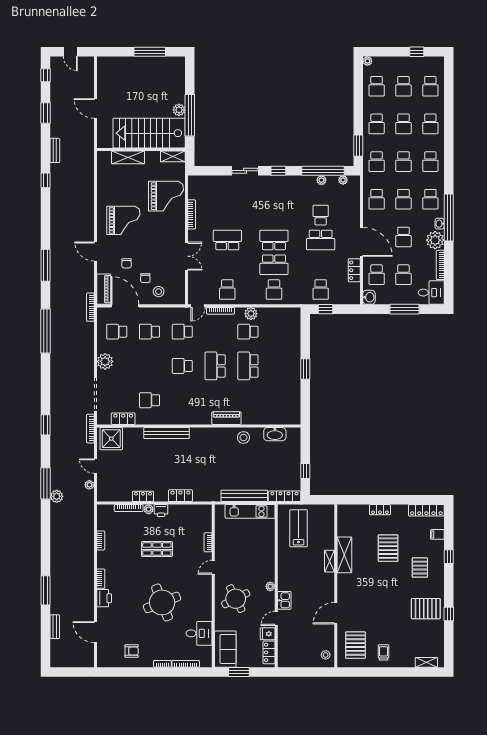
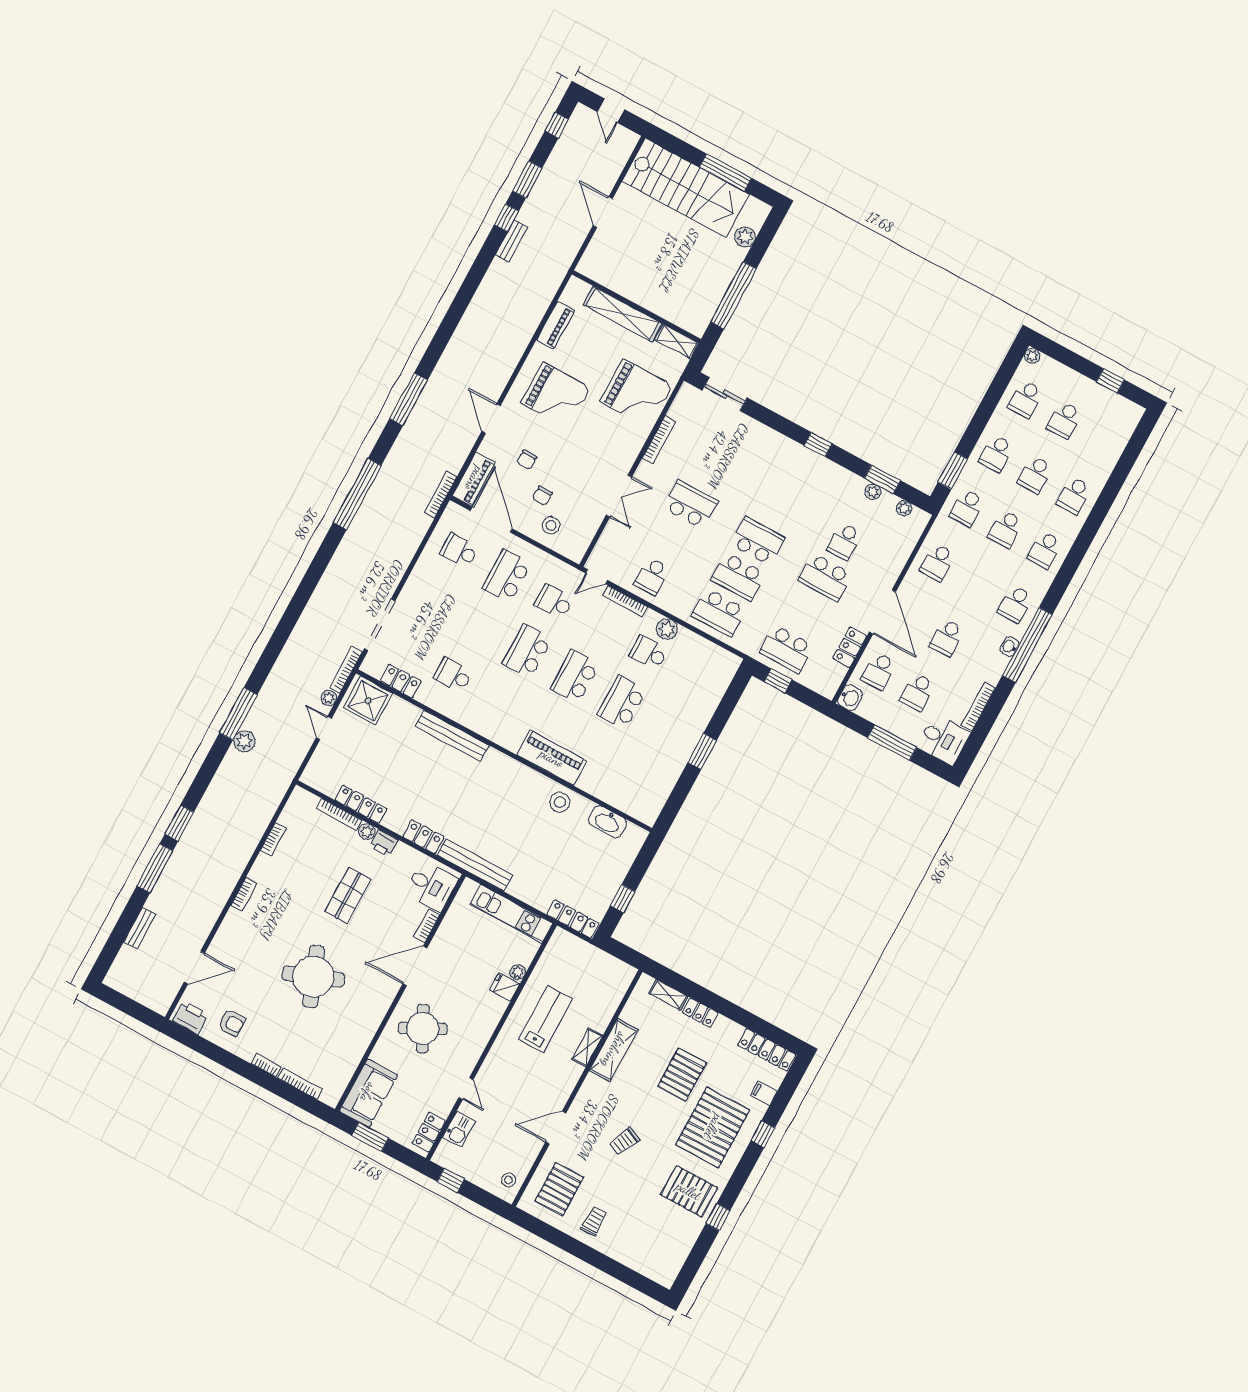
school desk: (430, 86) -> (1103, 441), removed
plant: (179, 110) -> (745, 237), moved
stairs: (149, 133) -> (686, 188), moved, turned 180
shelving: (128, 157) -> (623, 314), width x1.47
sliding door: (245, 171) -> (725, 394), moved
window: (323, 171) -> (882, 479), width x0.47
window: (46, 180) -> (507, 218), moved
piano: (103, 183) -> (555, 325), added
school desk: (403, 199) -> (976, 583), removed
school desk: (321, 215) -> (844, 541), turned 180
plant: (435, 240) -> (990, 667), removed
school desk: (274, 290) -> (719, 612), width x1.85
school desk: (321, 290) -> (786, 649), width x1.85
school desk: (150, 332) -> (507, 576), width x1.85
plant: (105, 361) -> (419, 584), removed
school desk: (182, 366) -> (527, 651), width x1.85
piano: (226, 418) -> (552, 758), width x1.37, depth x1.33
window: (46, 425) -> (179, 823), moved
plant: (89, 485) -> (329, 698), moved
locker: (143, 496) -> (361, 804), width x1.53
bench: (244, 496) -> (475, 865), moved
lab bench: (298, 528) -> (546, 1019), moved
shop shelf: (157, 549) -> (348, 895), turned 90
door: (213, 567) -> (415, 966), width x1.87
pallet: (420, 568) -> (713, 1127), width x2.05, depth x2.00
plant: (270, 586) -> (518, 972), moved
printer: (104, 598) -> (191, 1018), moved, turned -90
kitchen sink: (284, 600) -> (459, 1129), moved
trolley: (377, 601) -> (624, 1141), added
door: (276, 618) -> (466, 1089), swing flipped
door: (95, 632) -> (194, 968), swing flipped
desk: (199, 633) -> (431, 886), moved
fridge: (268, 634) -> (505, 987), moved
shelving: (426, 662) -> (668, 995), moved
window: (295, 672) -> (451, 1180), added

